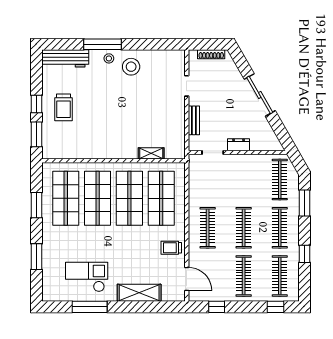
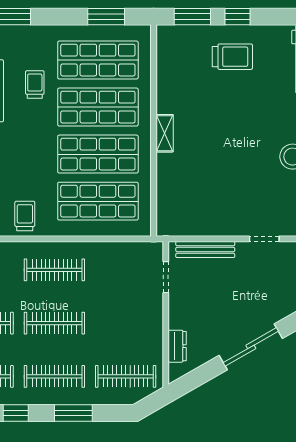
trolley: (64, 107) -> (232, 57), turned 180
bench: (194, 120) -> (205, 249), width x1.36
dresser: (239, 145) -> (177, 346), moved
shelving: (151, 153) -> (165, 133), moved
window: (304, 203) -> (73, 413), moved
window: (36, 205) -> (106, 17), moved
trolley: (82, 241) -> (35, 84), added

